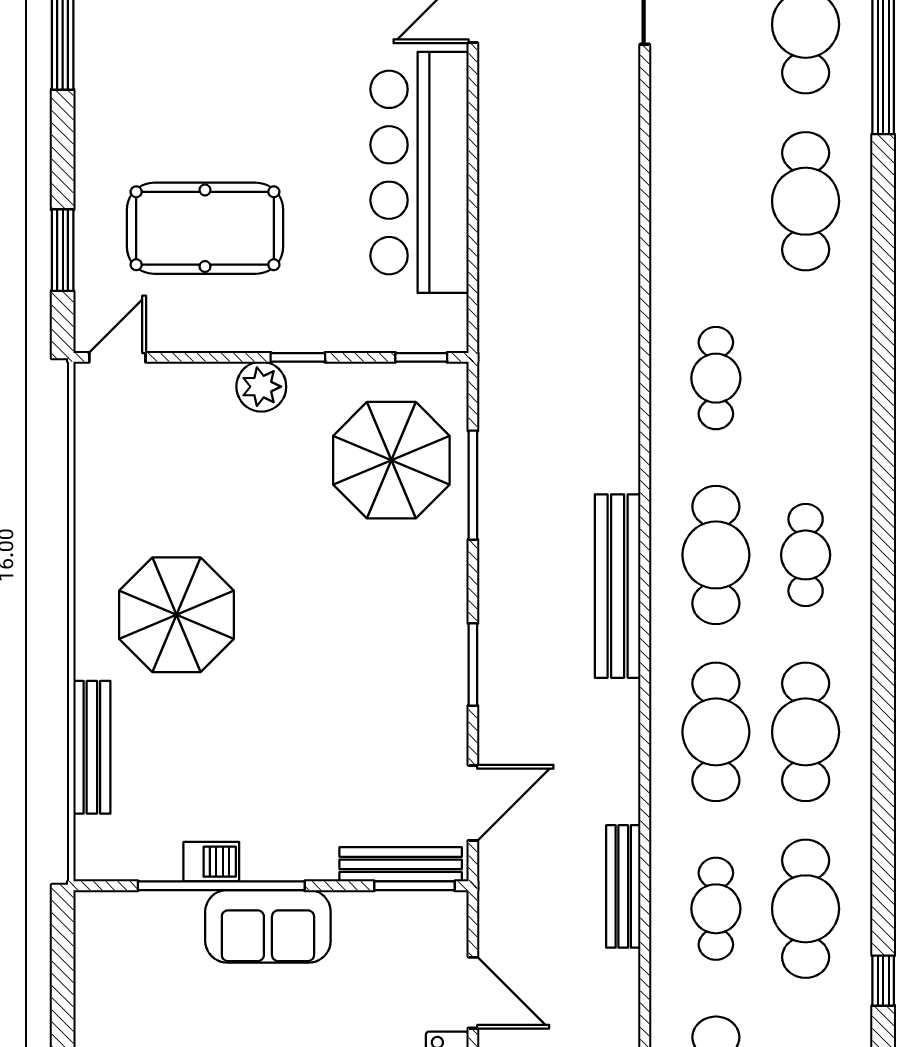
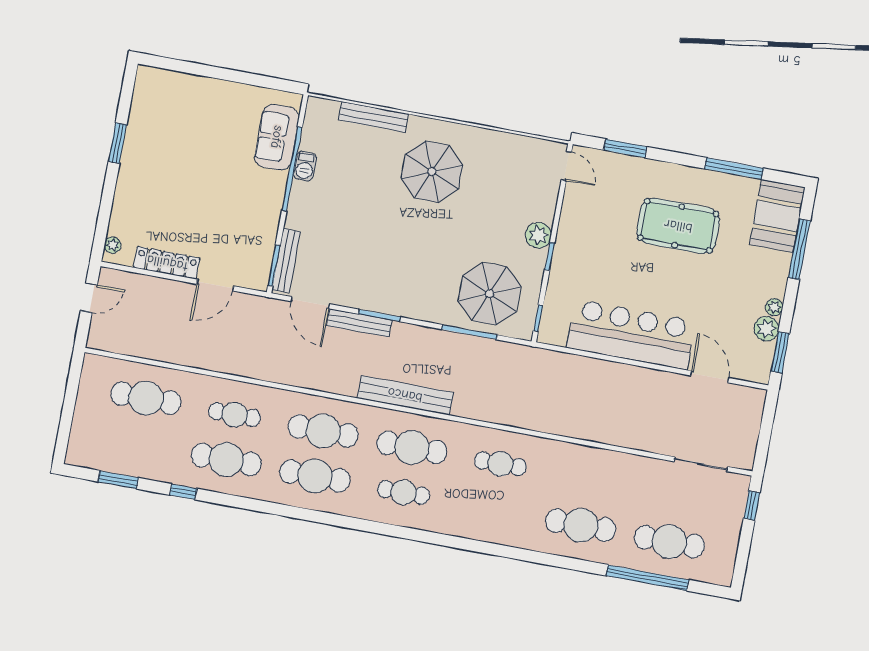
pool table: (205, 228) -> (678, 226), moved, turned 90
bench: (623, 886) -> (359, 323), moved
sofa: (268, 926) -> (277, 137), moved

